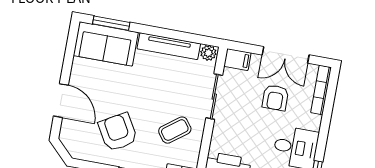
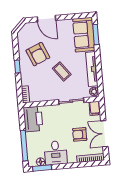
door: (61, 101) -> (46, 19), hinge flipped
coffee table: (175, 130) -> (62, 71), moved
armchair: (118, 132) -> (38, 54), turned 97

